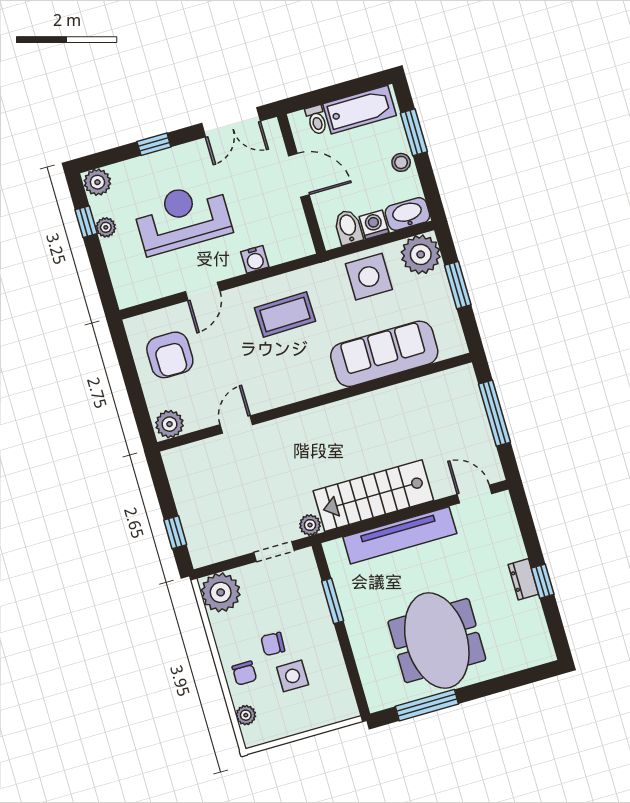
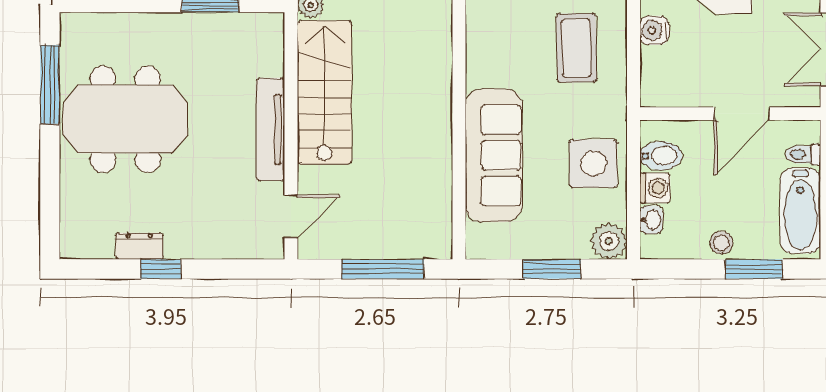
washbasin: (407, 214) -> (651, 220), width x0.52, depth x0.69
plant: (421, 254) -> (609, 241), width x0.73, depth x0.73
tv unit: (400, 535) -> (271, 129), width x0.73, depth x0.78
dresser: (523, 579) -> (139, 246), moved

